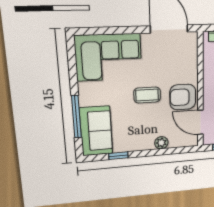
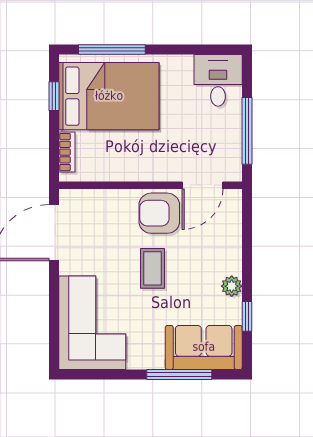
armchair: (183, 97) -> (159, 213), turned 90
plant: (161, 143) -> (232, 286), moved

